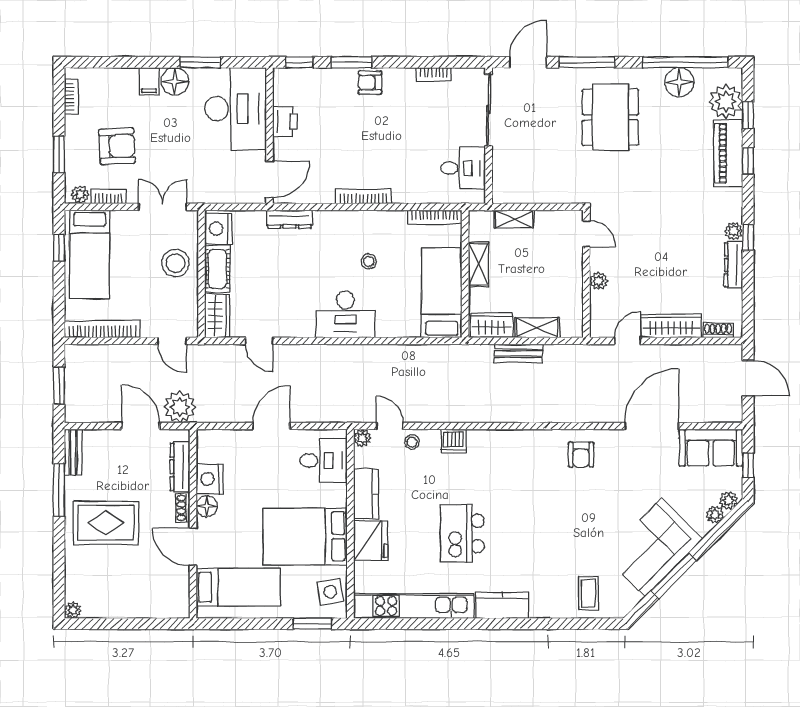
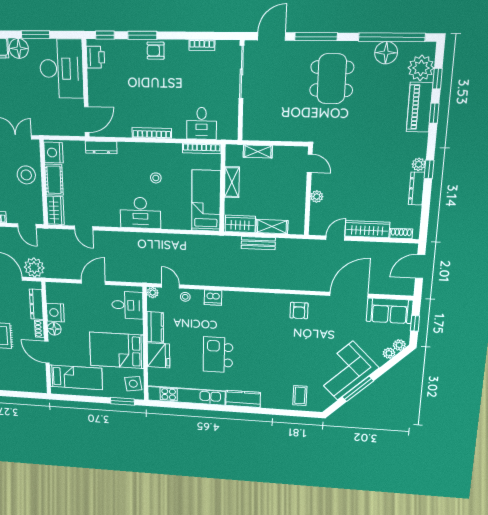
printer: (285, 122) -> (96, 57), moved
desk: (463, 168) -> (202, 123), moved, turned 90
door: (748, 378) -> (420, 266), swing flipped

